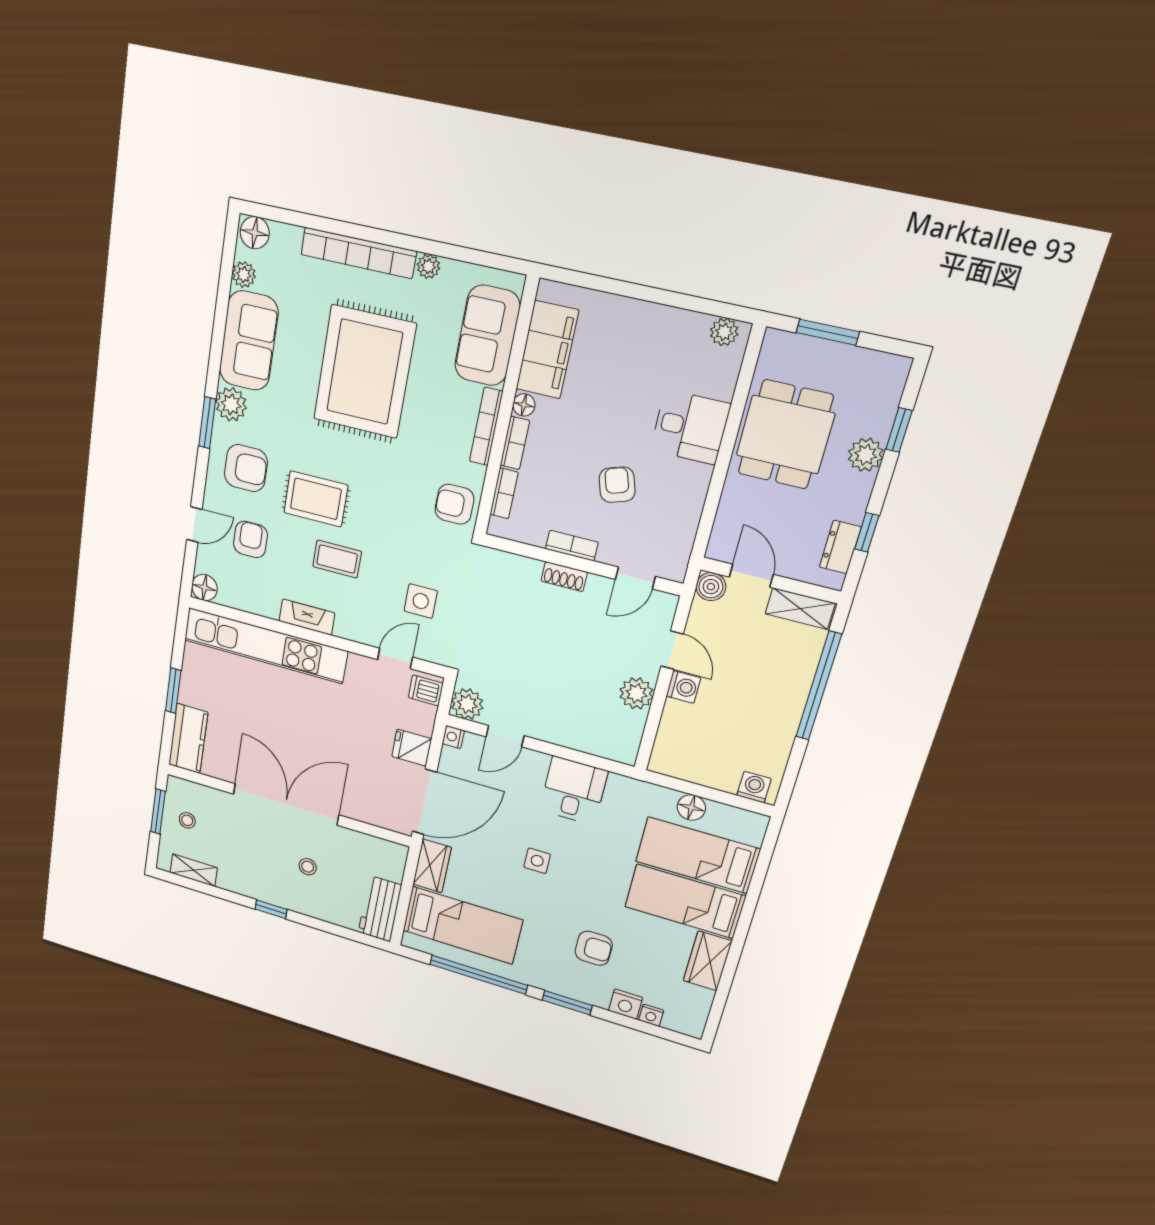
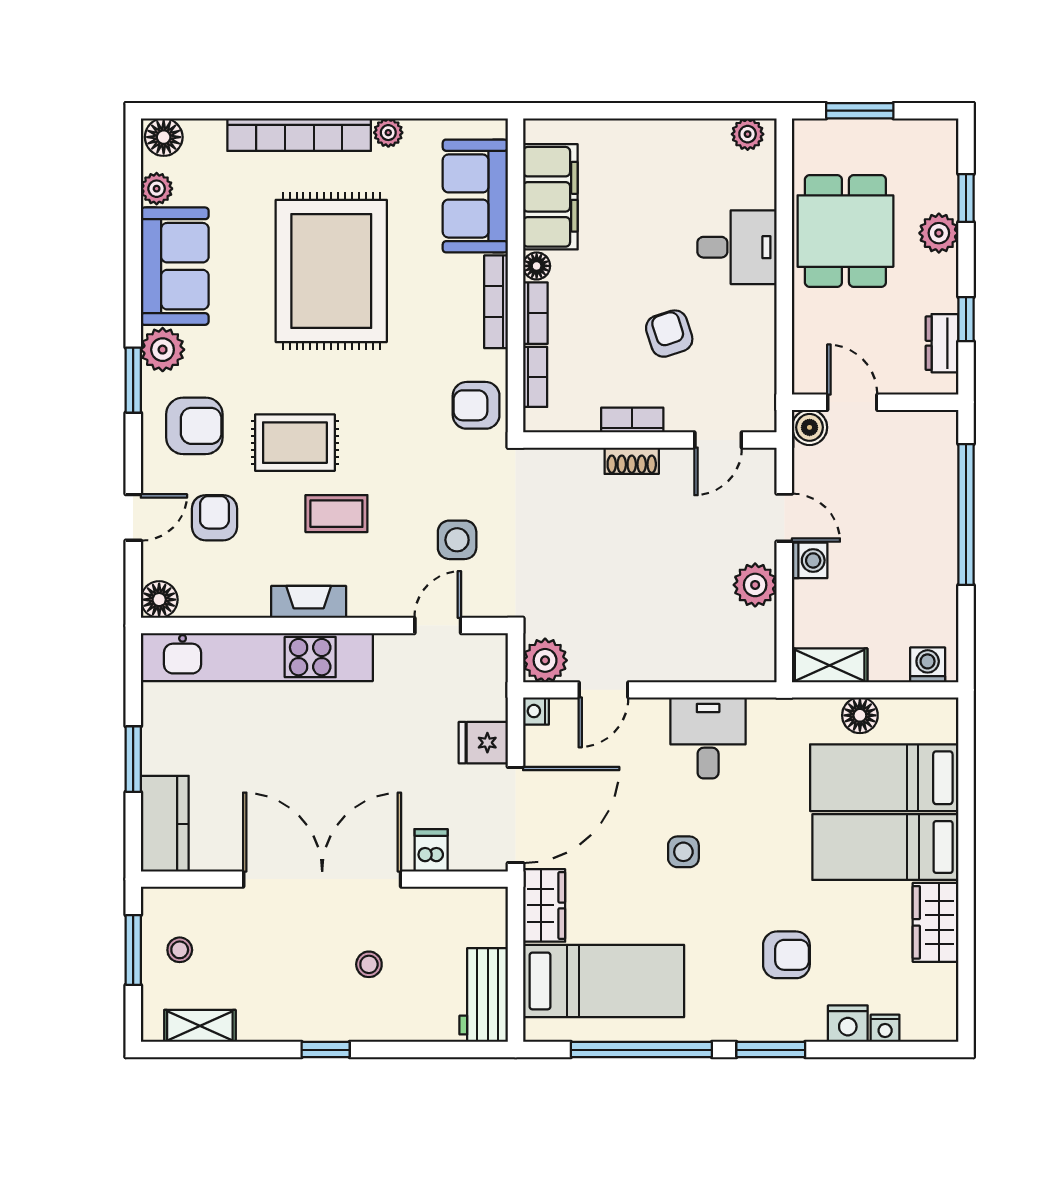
shelving: (800, 609) -> (830, 665), moved
dishwasher: (426, 690) -> (431, 850), moved, turned 90

